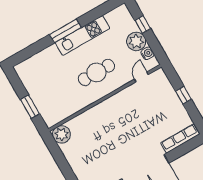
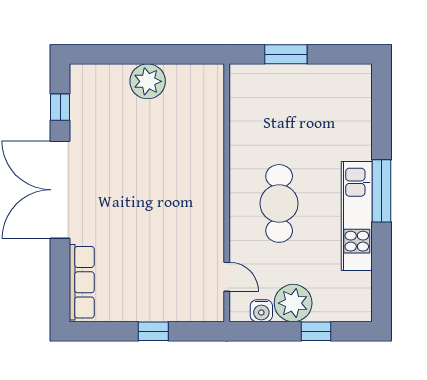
plant: (61, 134) -> (148, 81), moved

